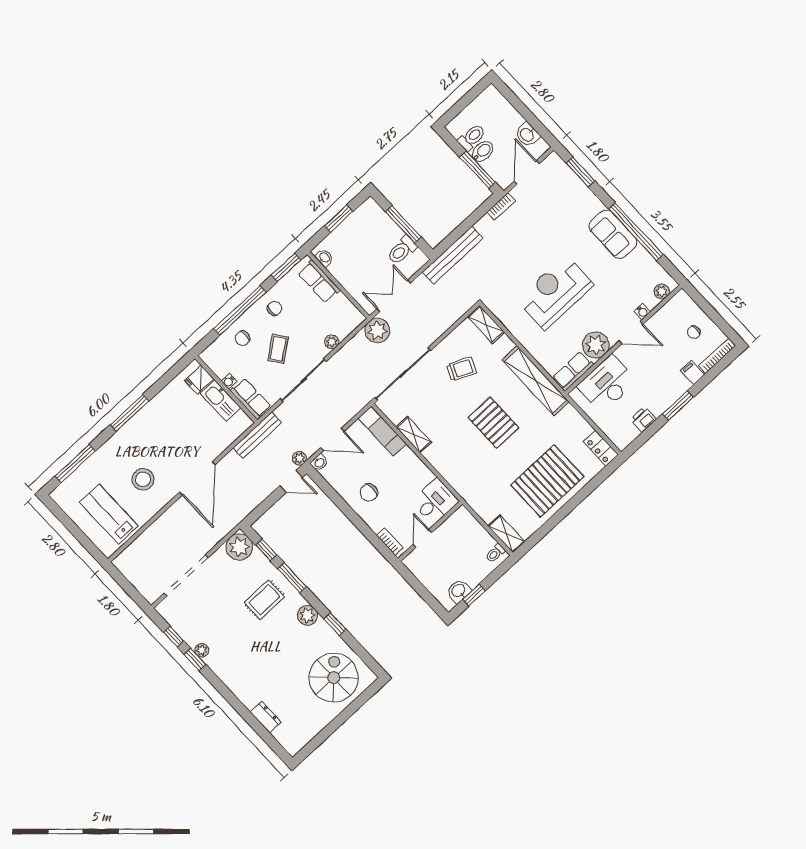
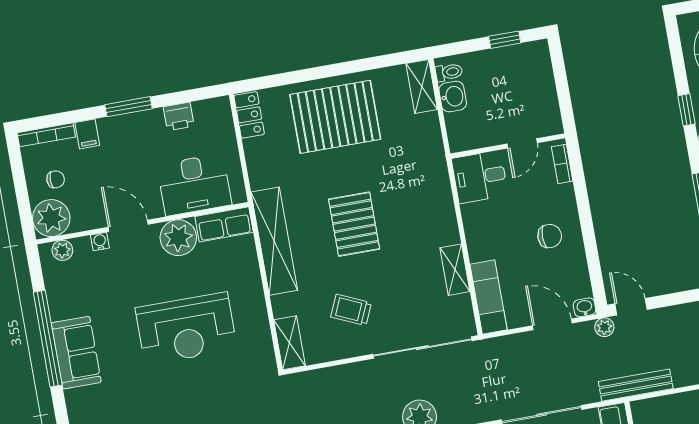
plant: (681, 307) -> (51, 218), added
washbasin: (459, 591) -> (453, 97), moved, turned -90

